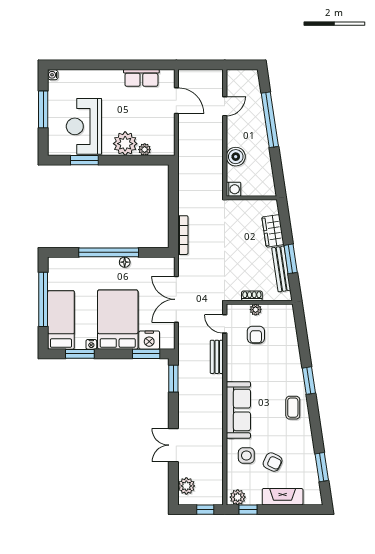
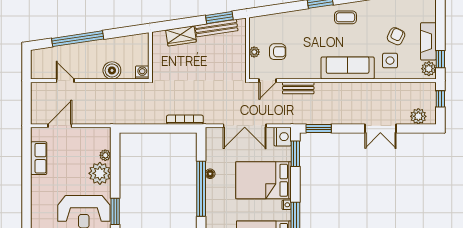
window: (291, 259) -> (219, 18), moved
shoe rack: (252, 296) -> (242, 55), removed
nightstand: (149, 340) -> (283, 137), moved
fireplace: (283, 497) -> (428, 41), moved

